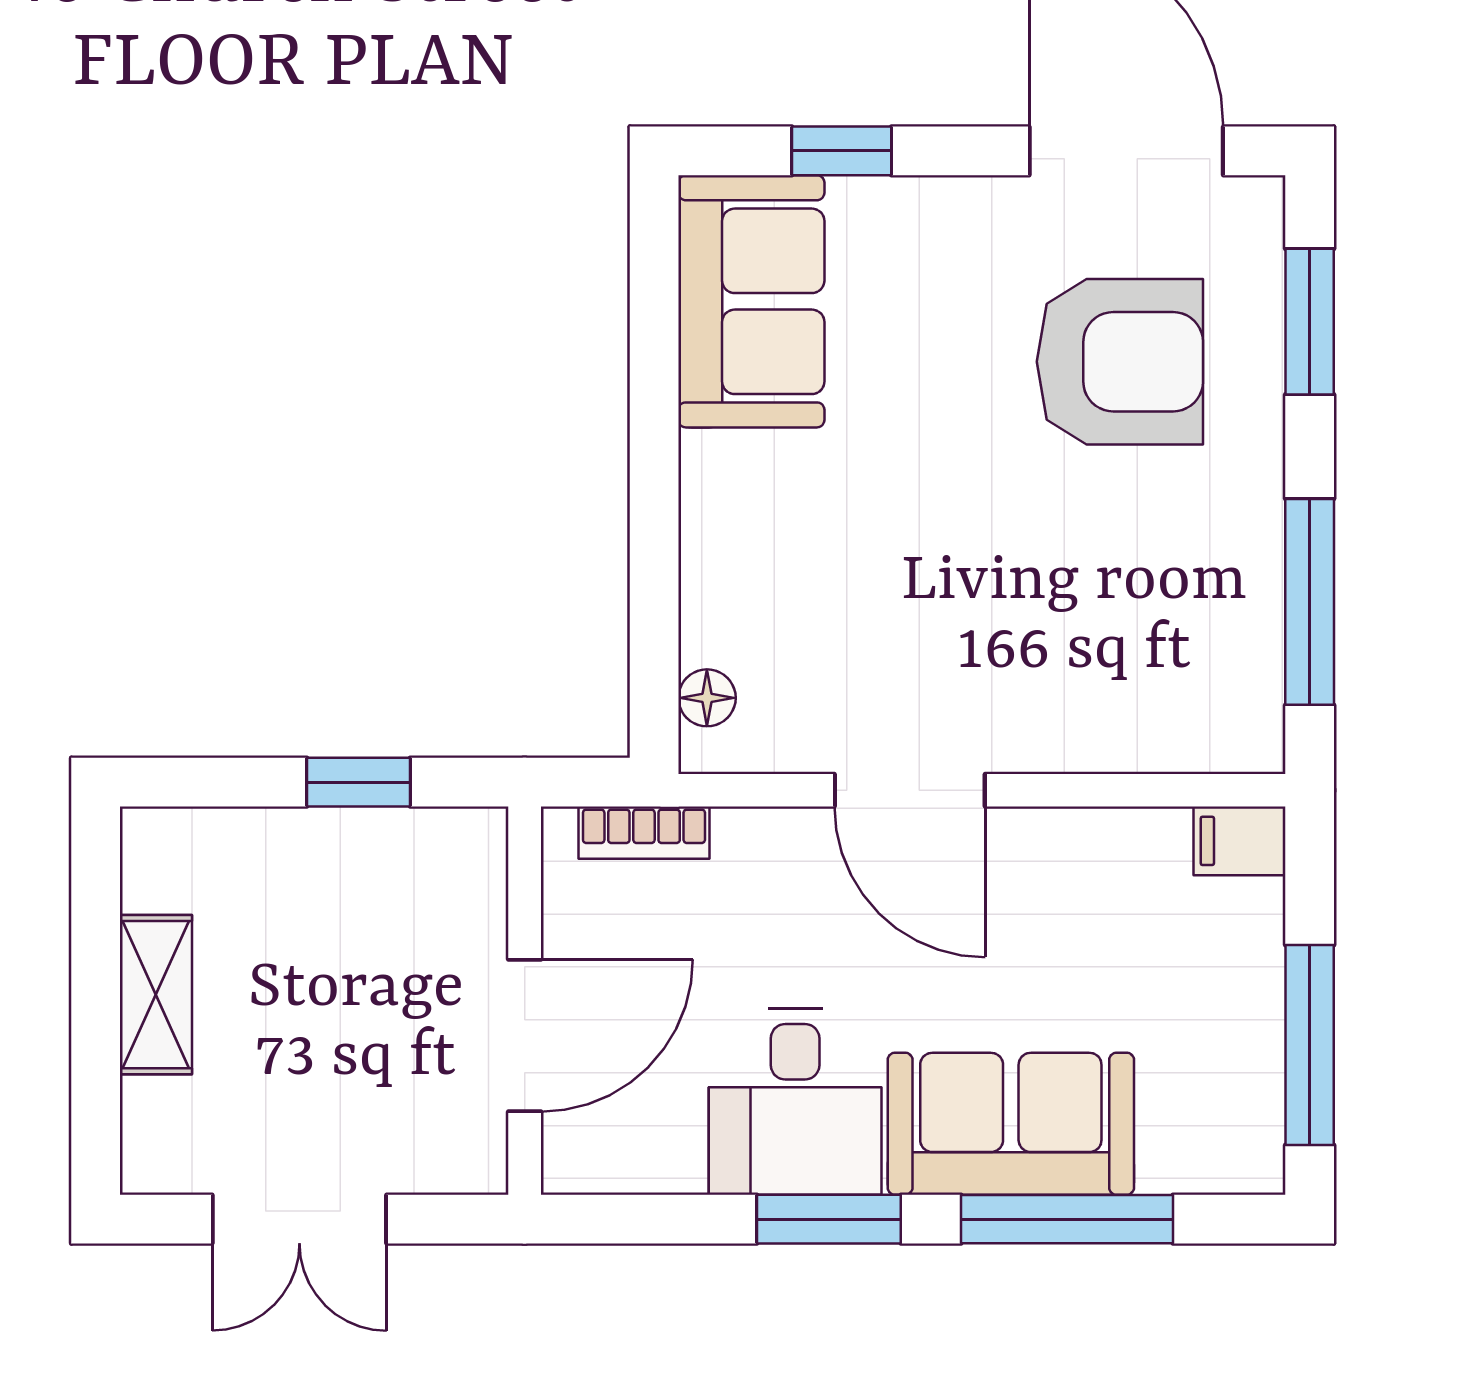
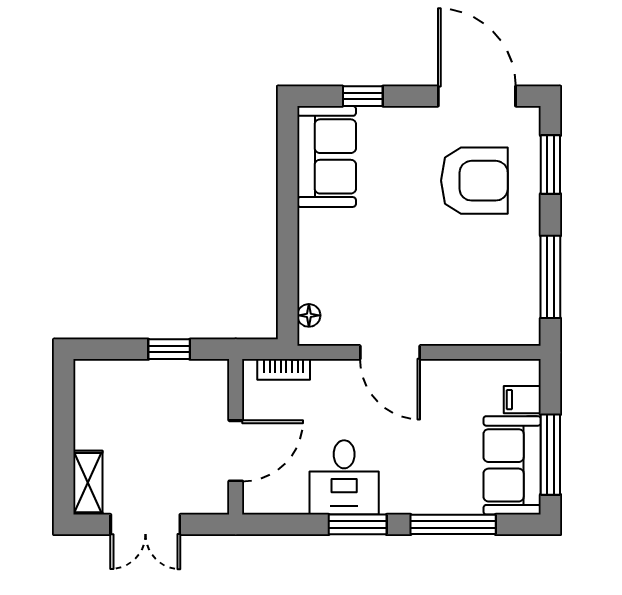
filing cabinet: (1239, 841) -> (522, 400), moved
shelving: (156, 995) -> (88, 483), moved
sofa: (1011, 1124) -> (512, 465), moved, turned -90

